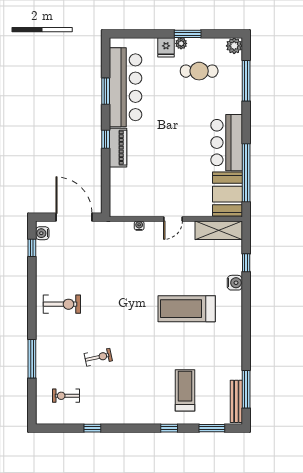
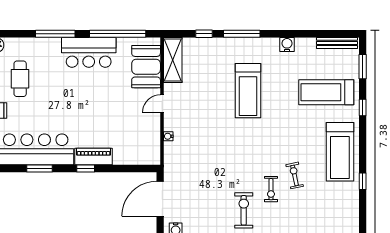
window: (246, 81) -> (55, 34), moved
booth: (227, 194) -> (146, 67), moved, turned 90
door: (173, 219) -> (162, 104), swing flipped
water cooler: (235, 283) -> (287, 44), moved
window: (246, 389) -> (242, 34), moved
treadmill: (185, 390) -> (326, 92), width x1.37, depth x1.38
exercise bike: (66, 396) -> (271, 189), moved
treadmill: (123, 404) -> (340, 152), added

